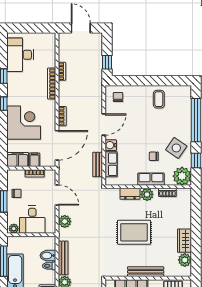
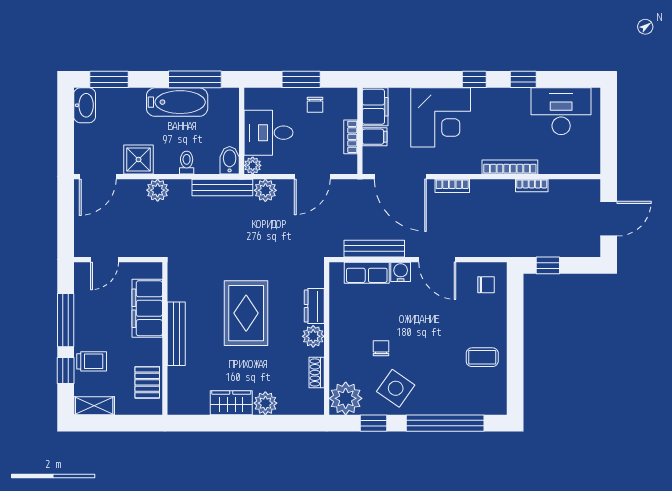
bench: (98, 165) -> (374, 249), width x1.36
row of seats: (151, 179) -> (340, 343), removed
plant: (14, 229) -> (253, 165), moved
bidet: (48, 256) -> (230, 160), moved
bench: (63, 258) -> (222, 187), moved
plant: (185, 260) -> (265, 403), moved

